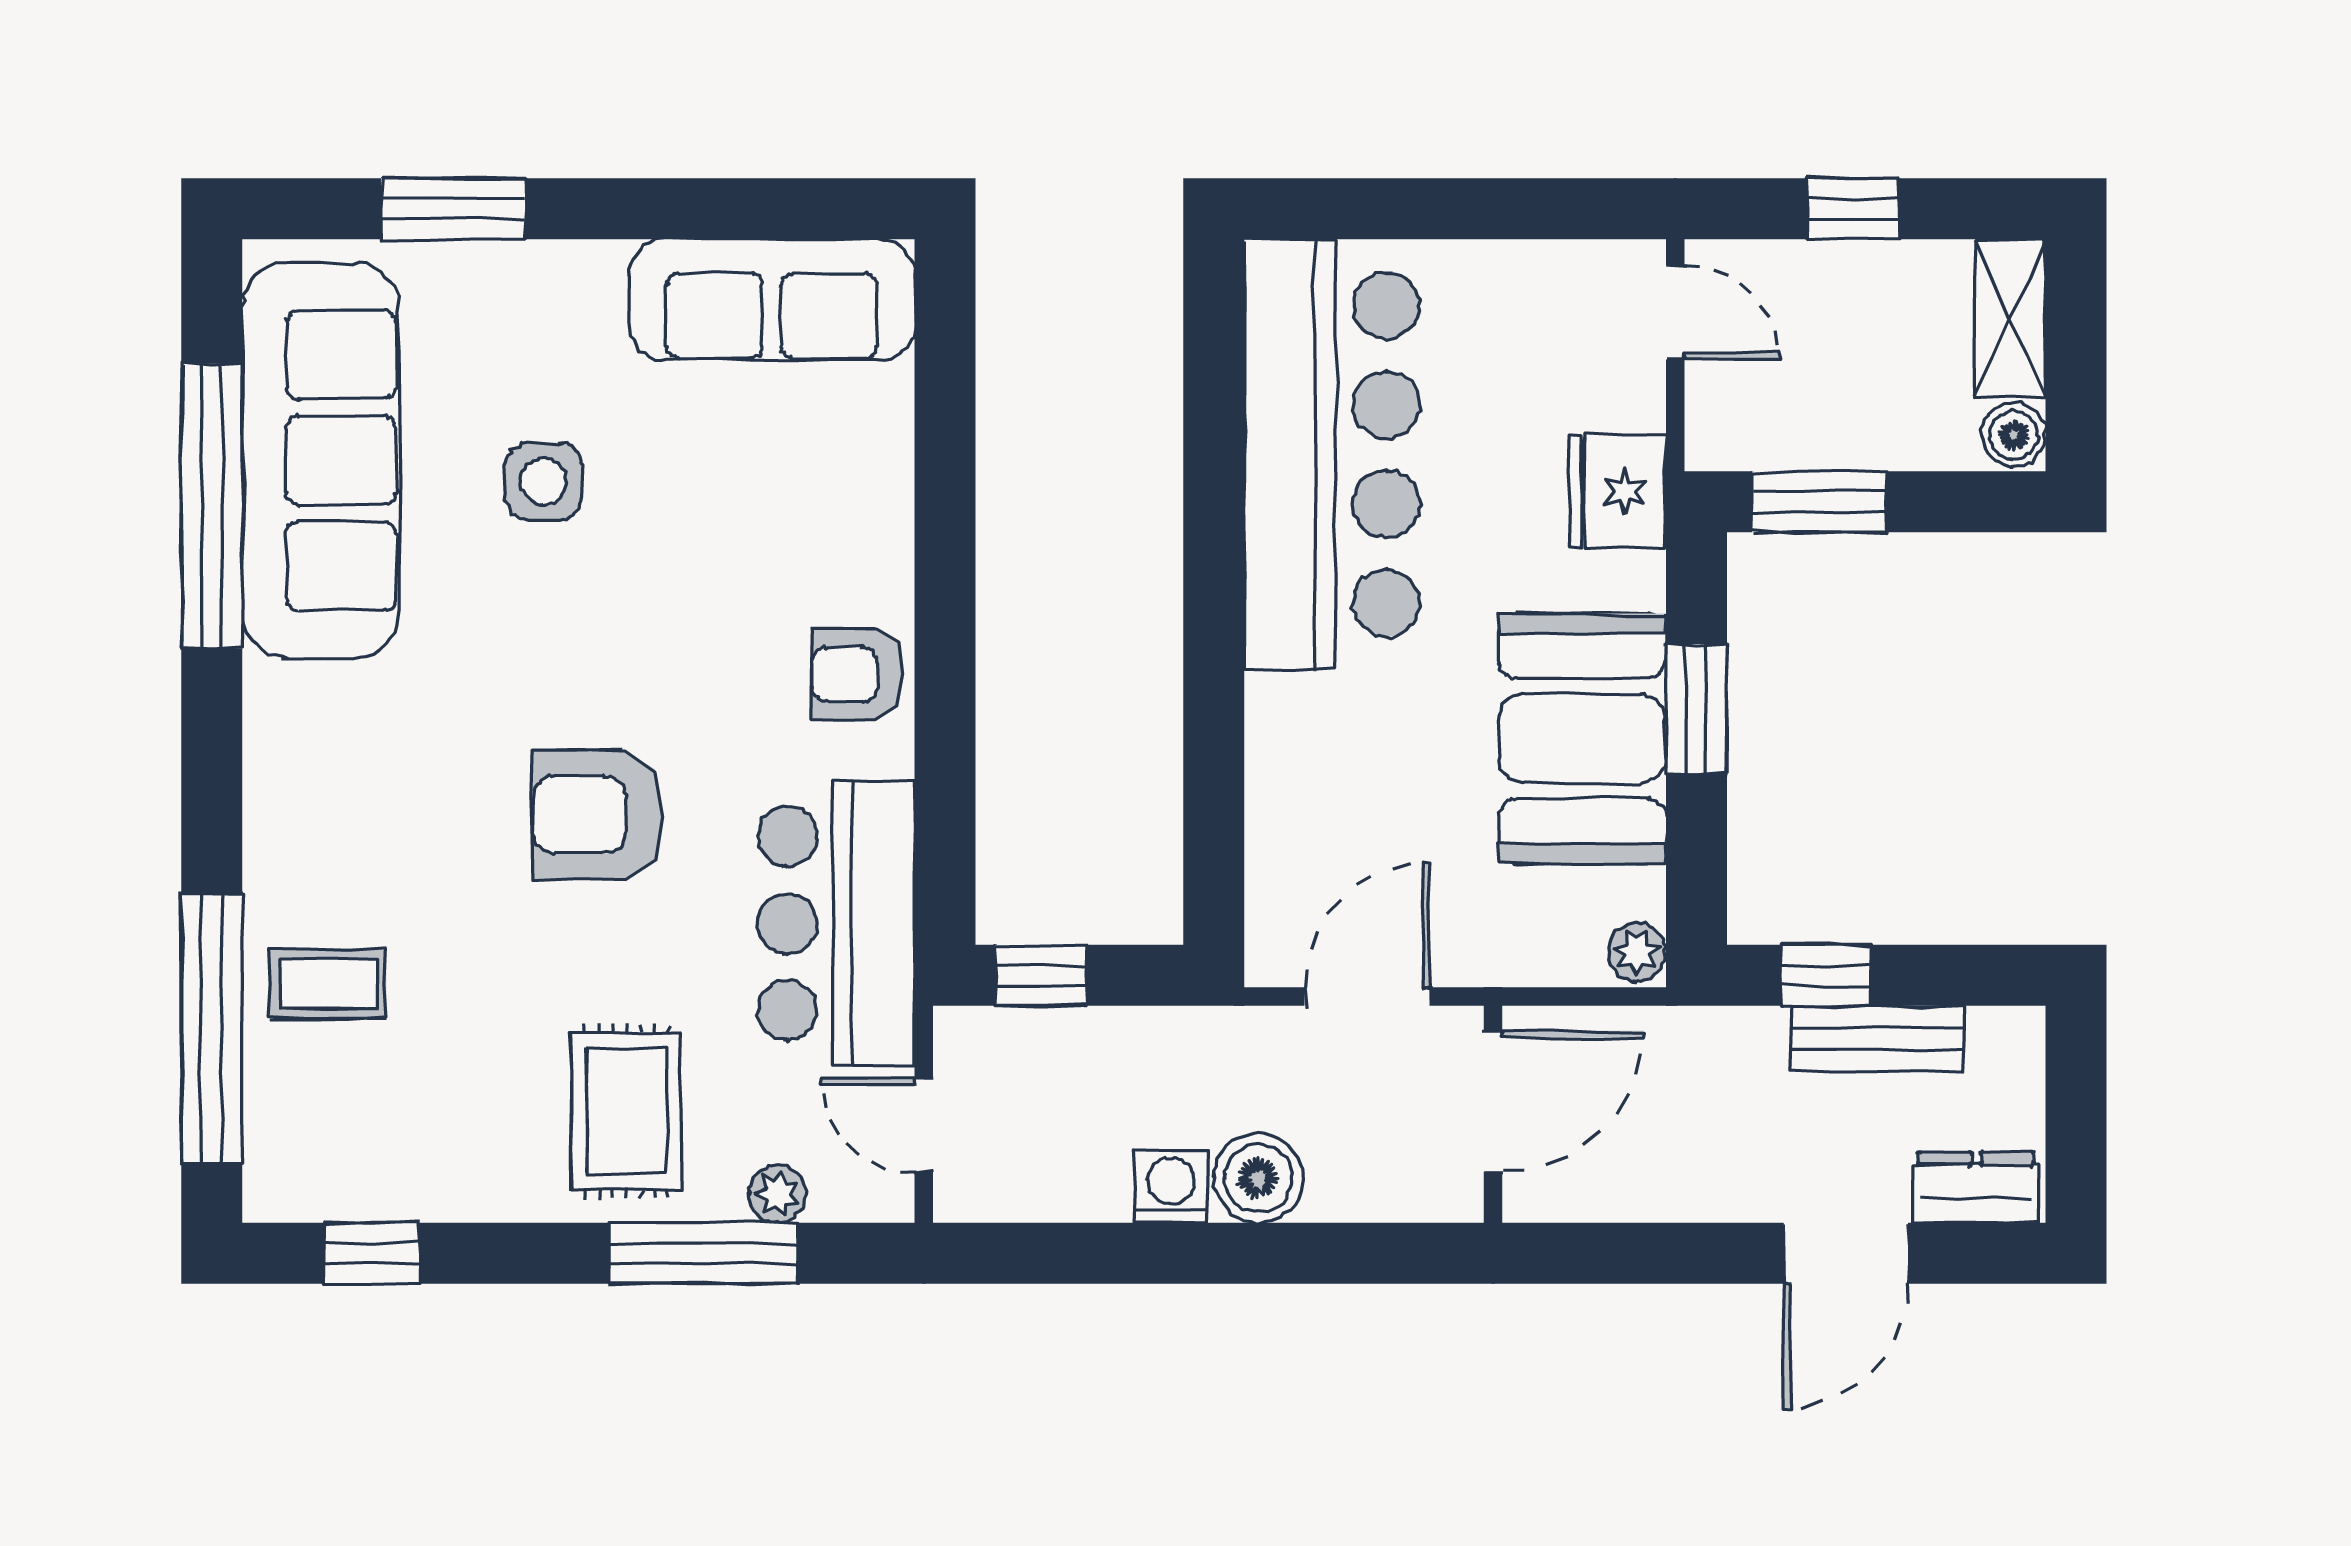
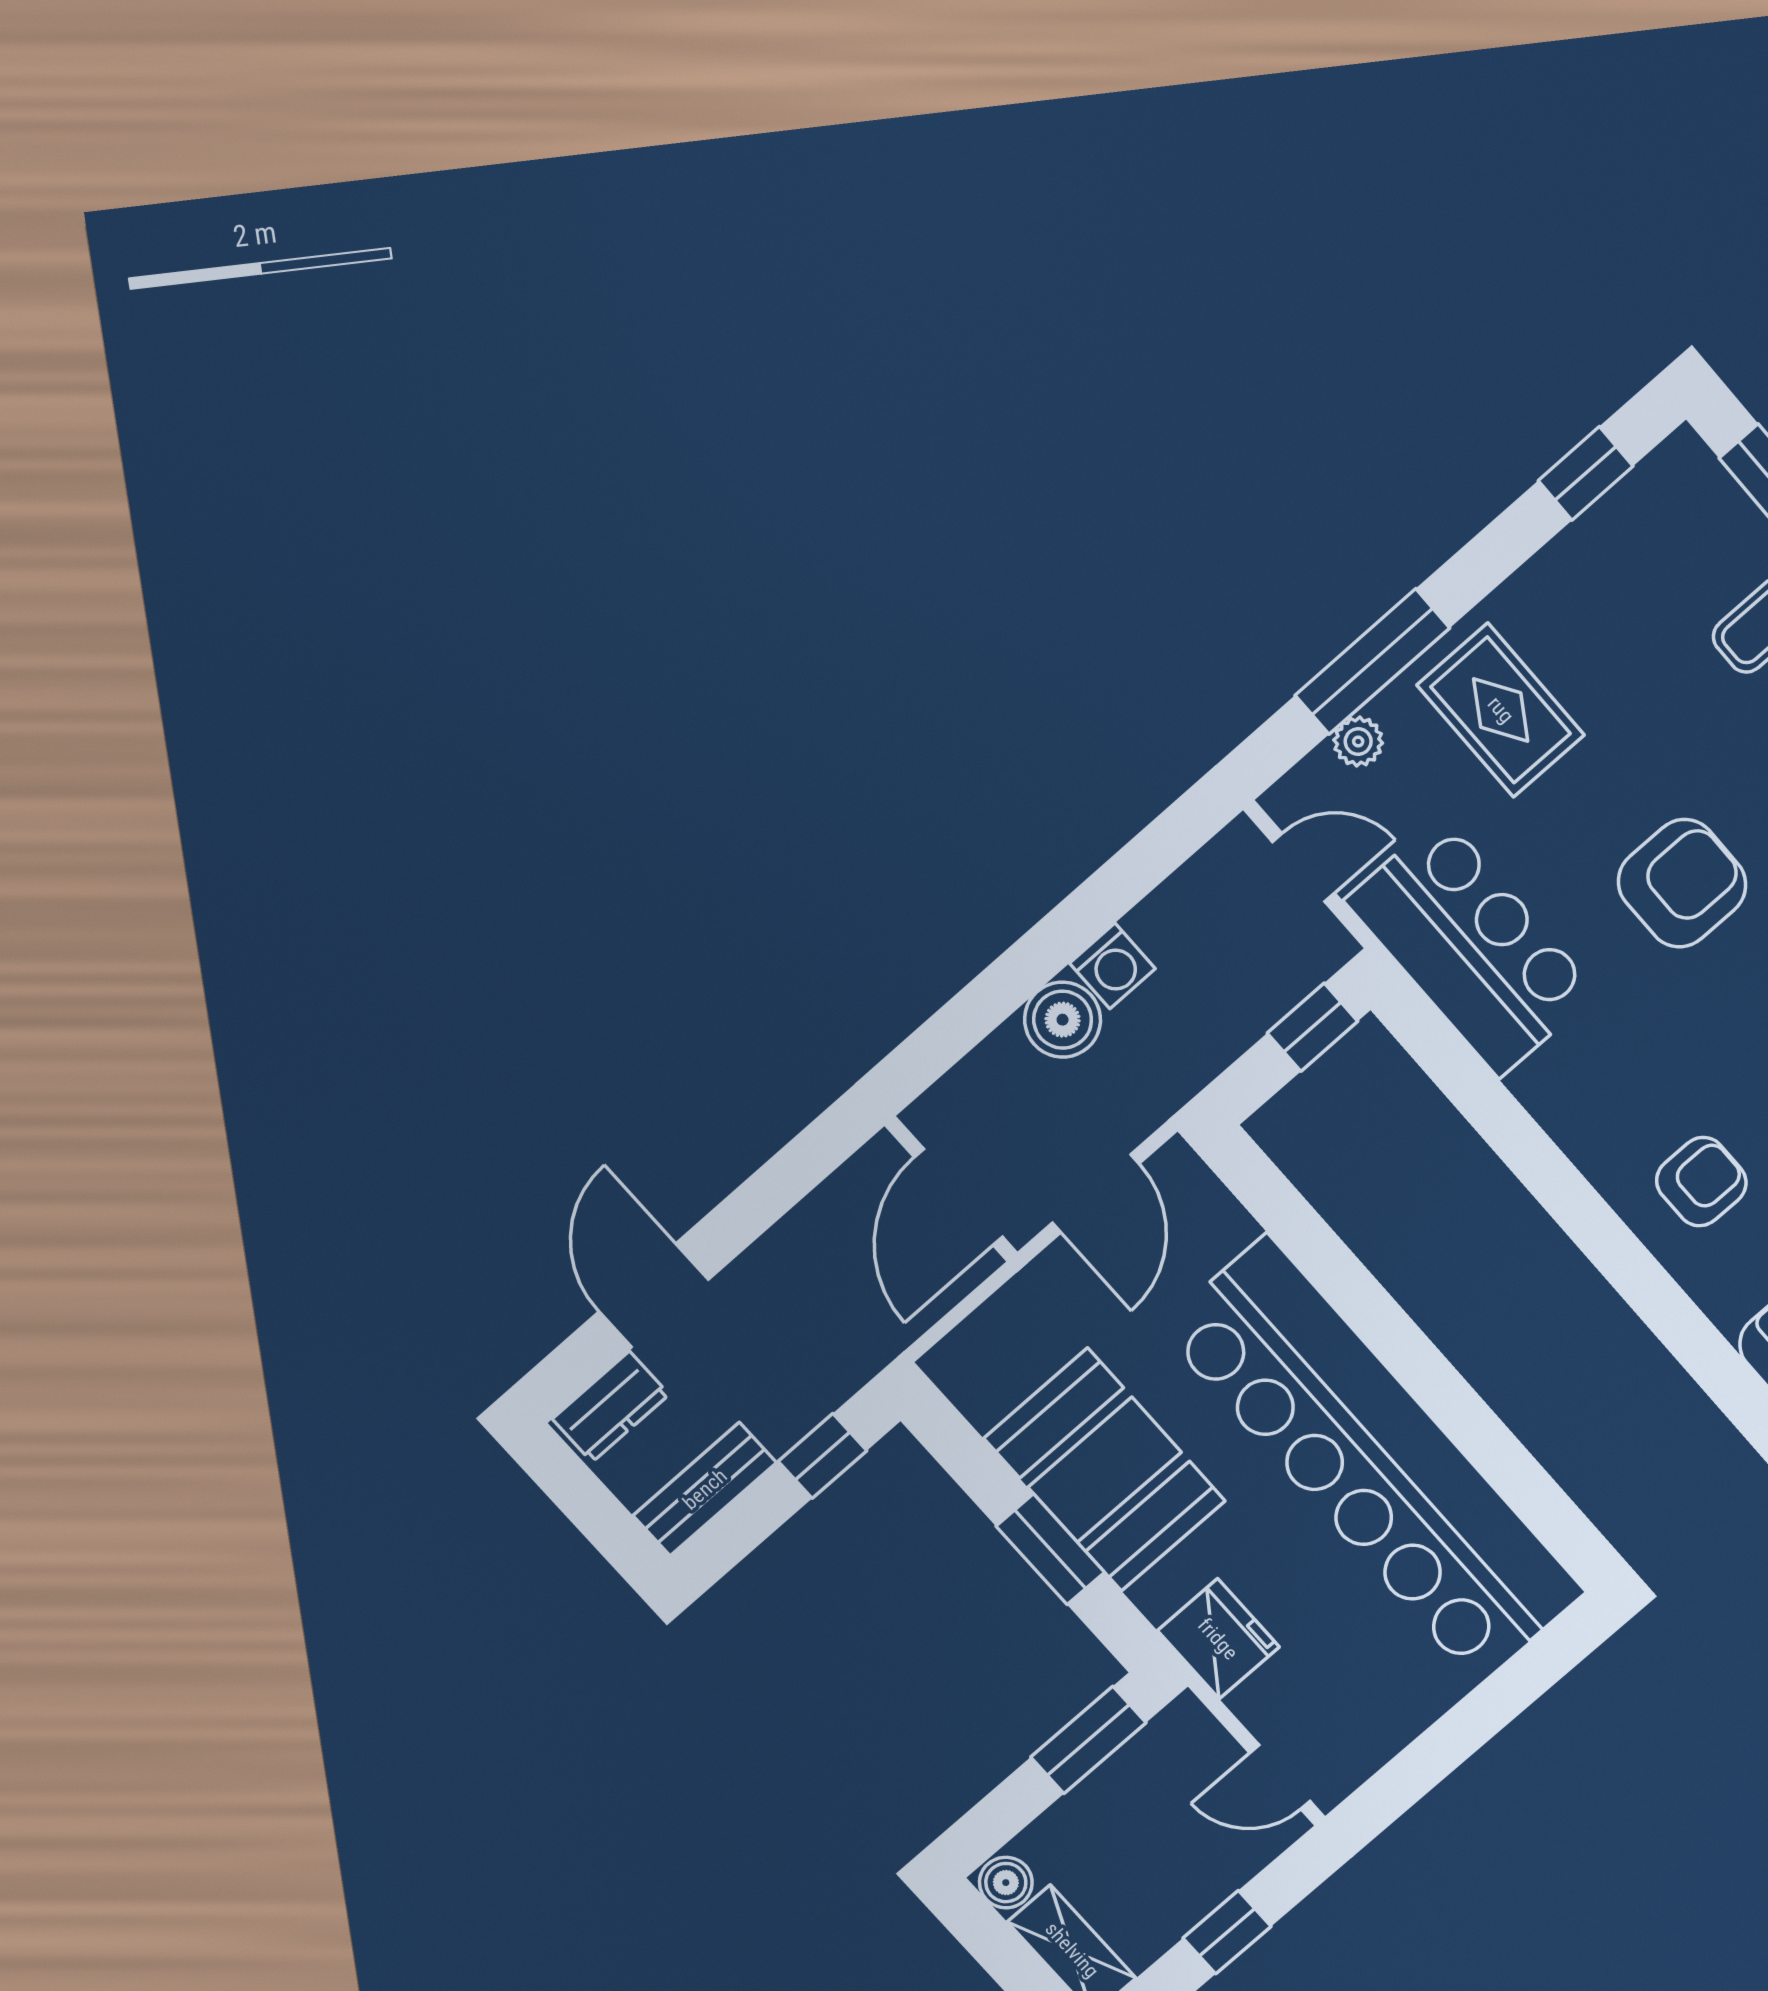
bar counter: (1332, 454) -> (1373, 1461), width x1.36
armchair: (858, 675) -> (1701, 1182), moved
plant: (1637, 952) -> (952, 1368), removed
bench: (1878, 1039) -> (705, 1489), moved

